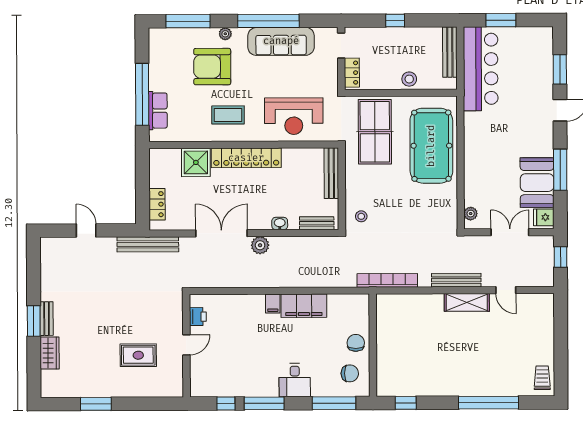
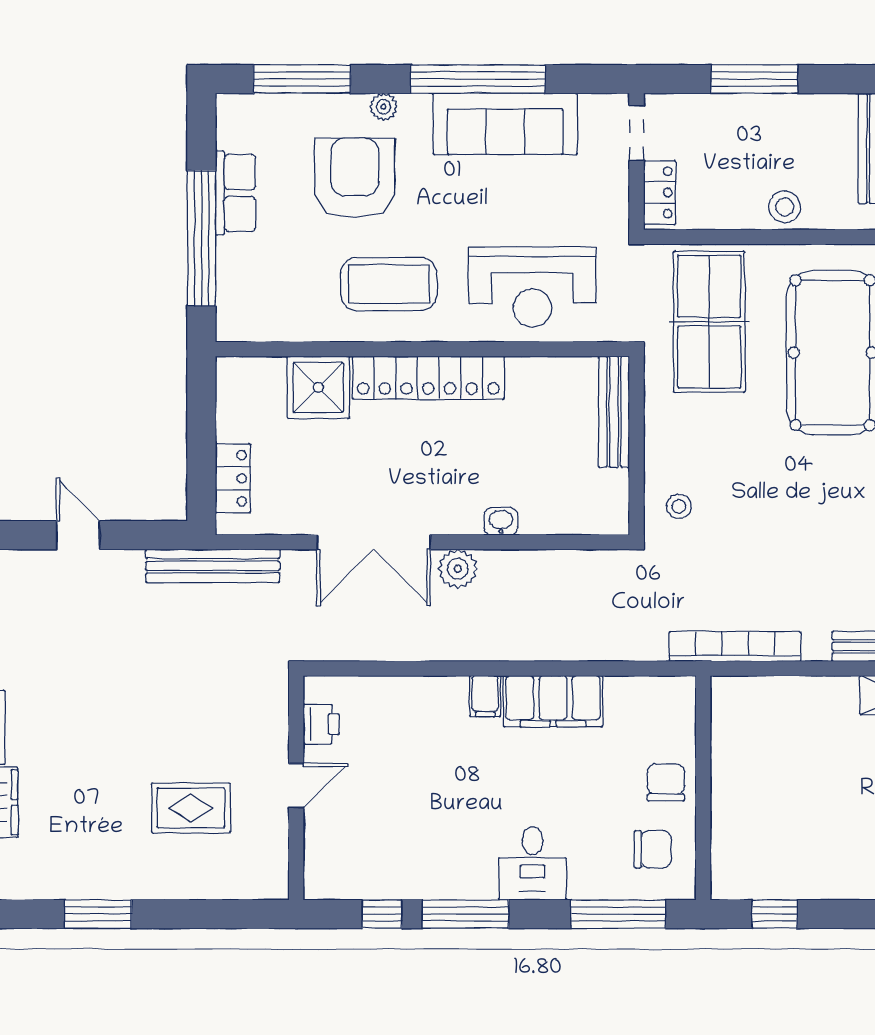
window: (395, 21) -> (754, 79), width x2.17
armchair: (212, 67) -> (355, 178), turned 90
row of seats: (158, 111) -> (236, 193), moved
coffee table: (228, 115) -> (389, 284), width x1.36, depth x1.32
bench: (317, 223) -> (582, 521), removed
double door: (221, 233) -> (374, 542), swing flipped

